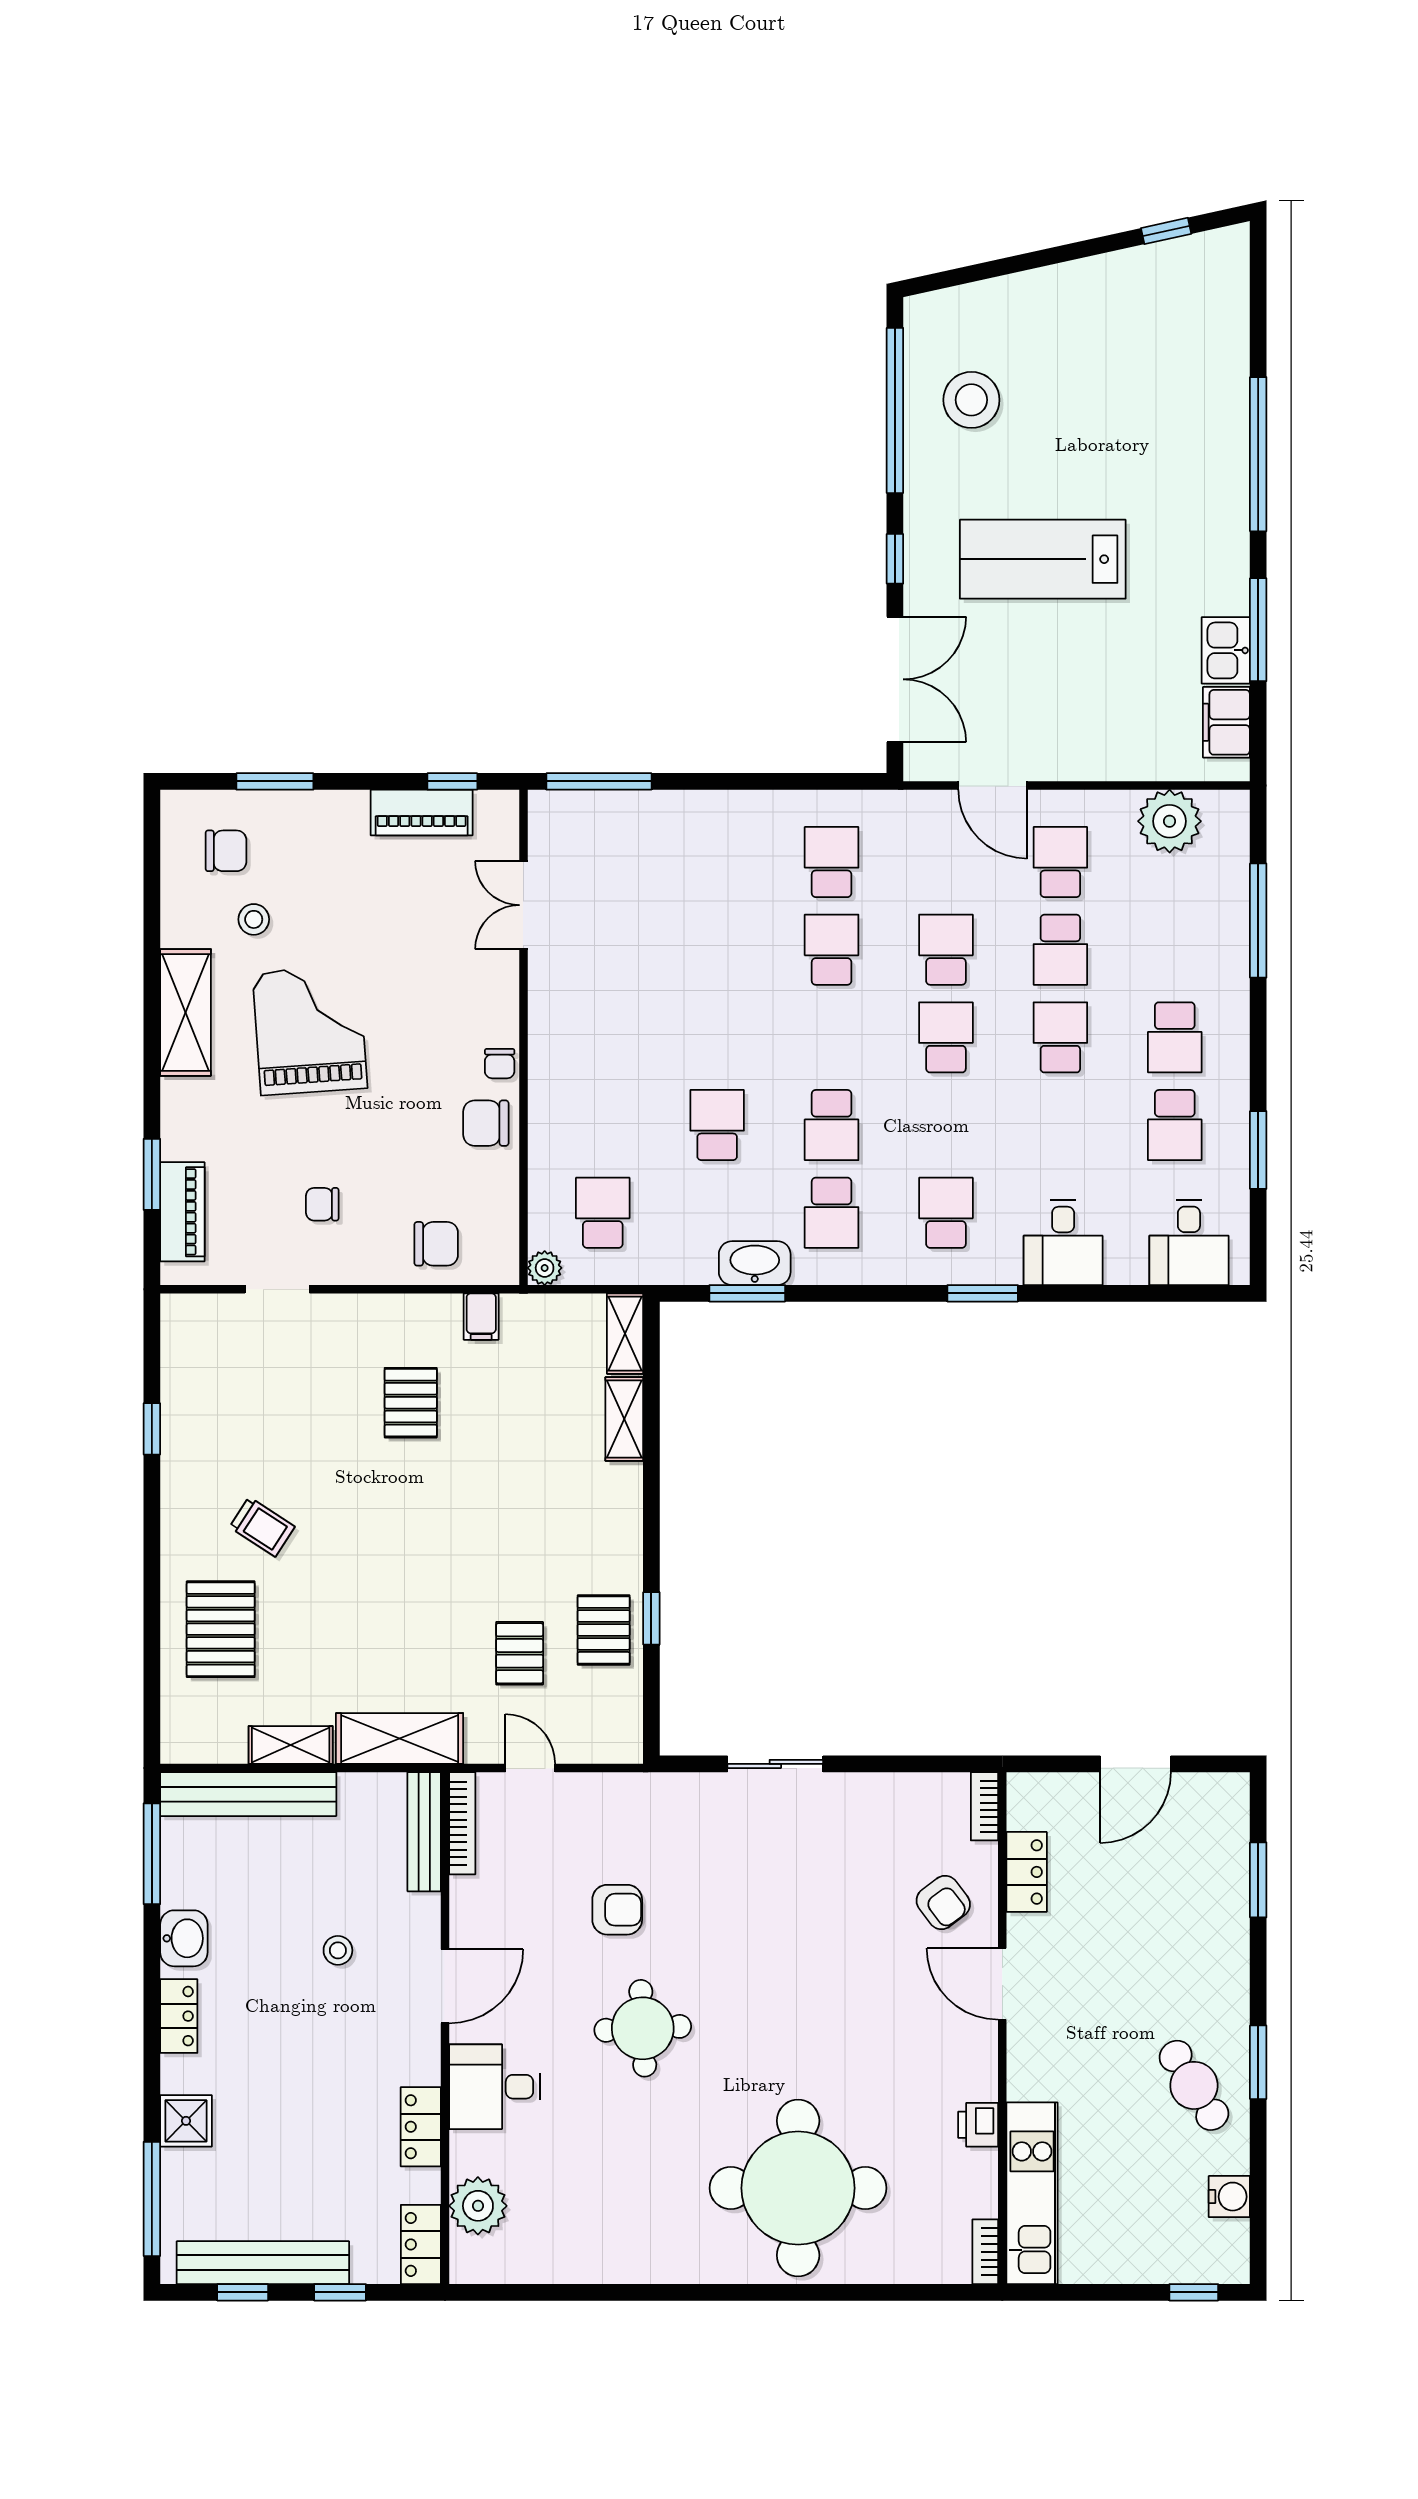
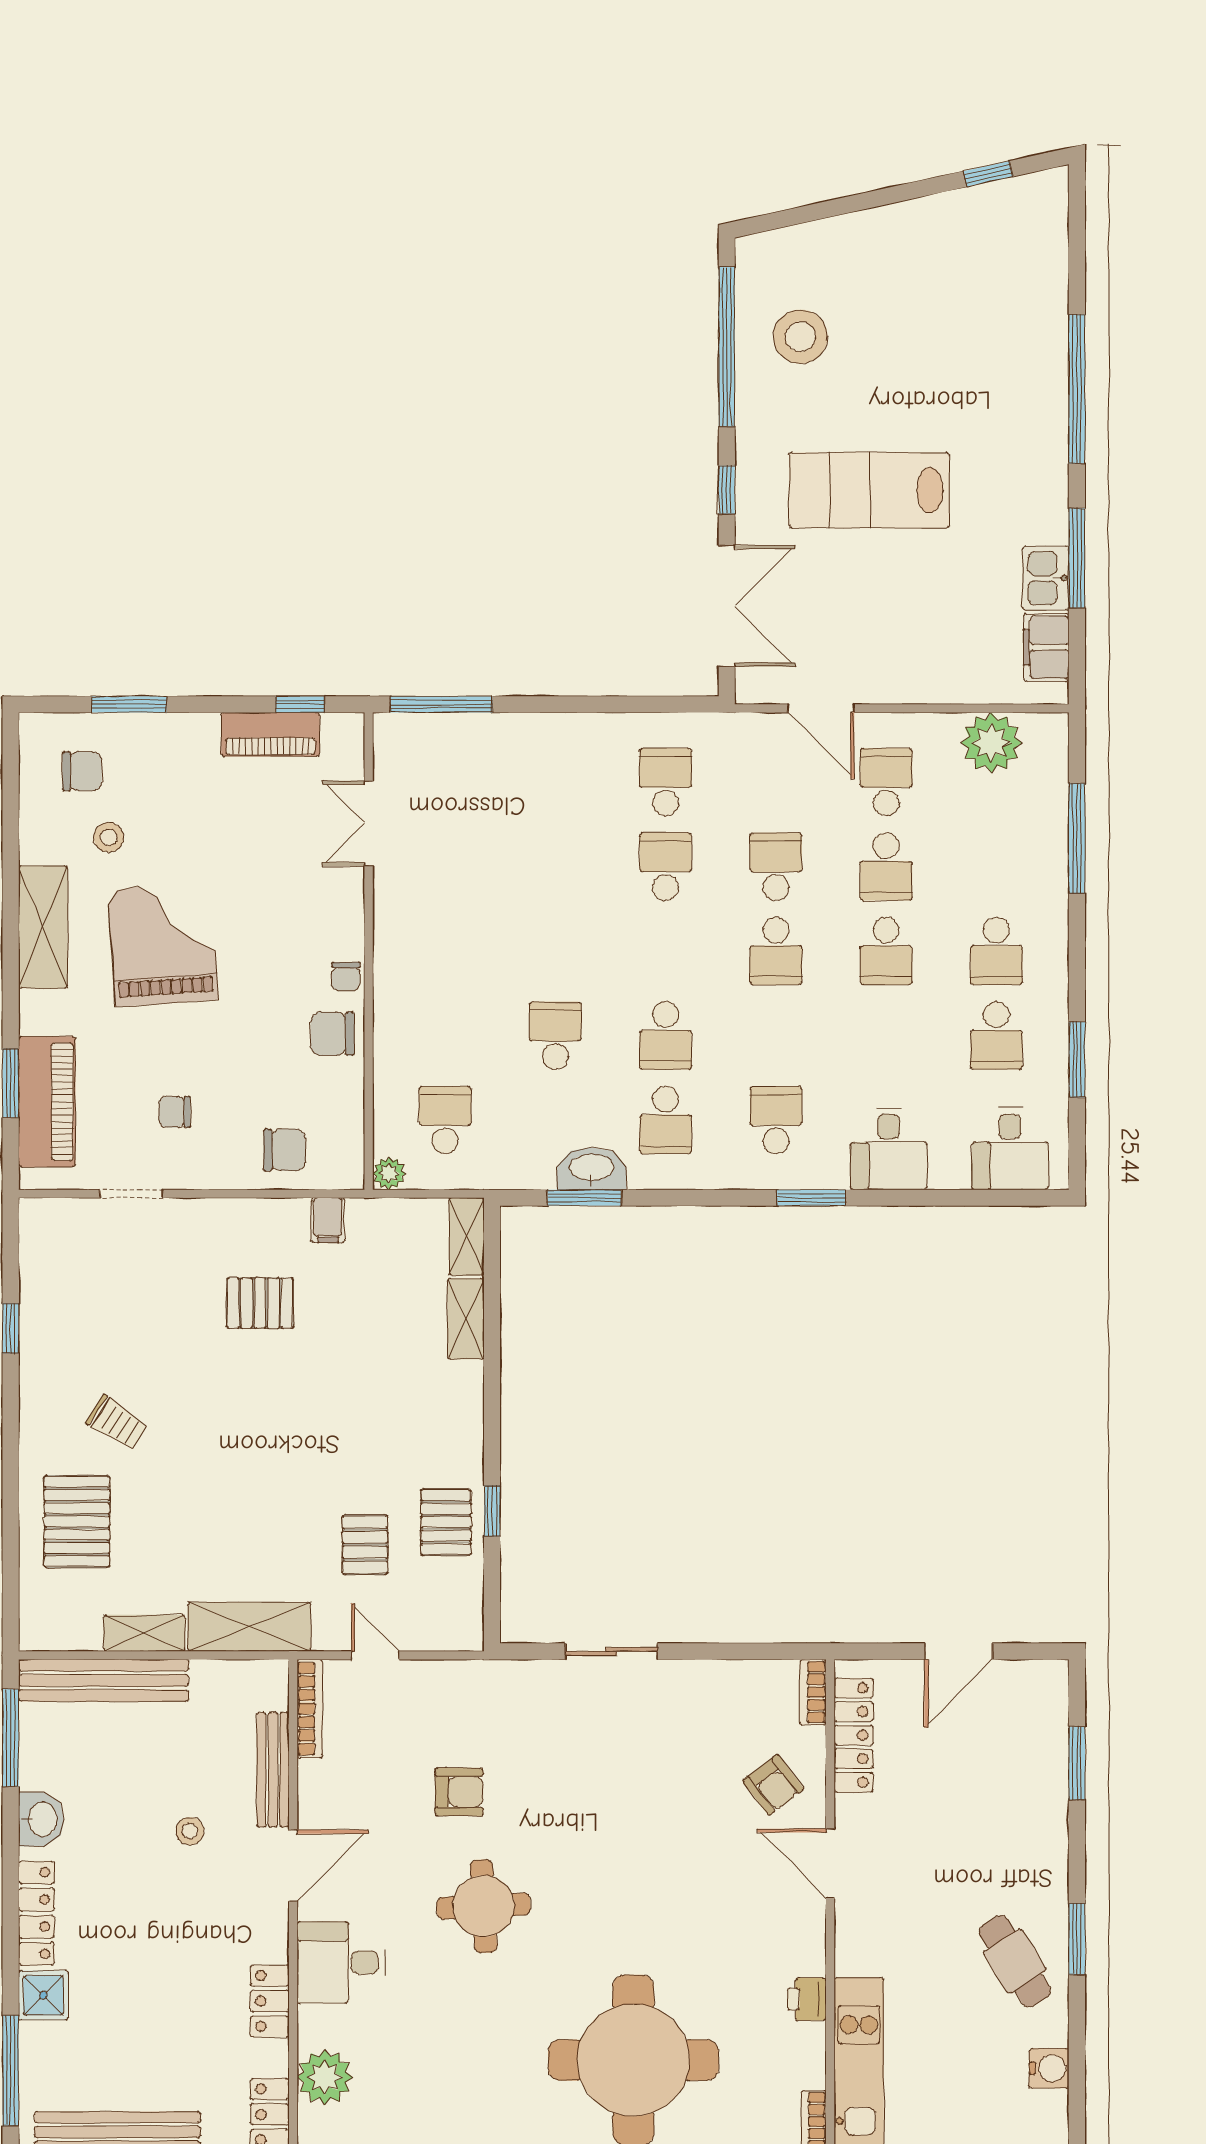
school desk: (946, 1037) -> (776, 951), turned 180
school desk: (1060, 1037) -> (886, 951), turned 180
piano: (182, 1212) -> (47, 1102), width x1.37, depth x1.33
pallet: (411, 1403) -> (260, 1303), turned 90
bench: (424, 1832) -> (273, 1770), moved
locker: (1027, 1872) -> (854, 1735), width x1.53
locker: (179, 2016) -> (36, 1913), width x1.53

